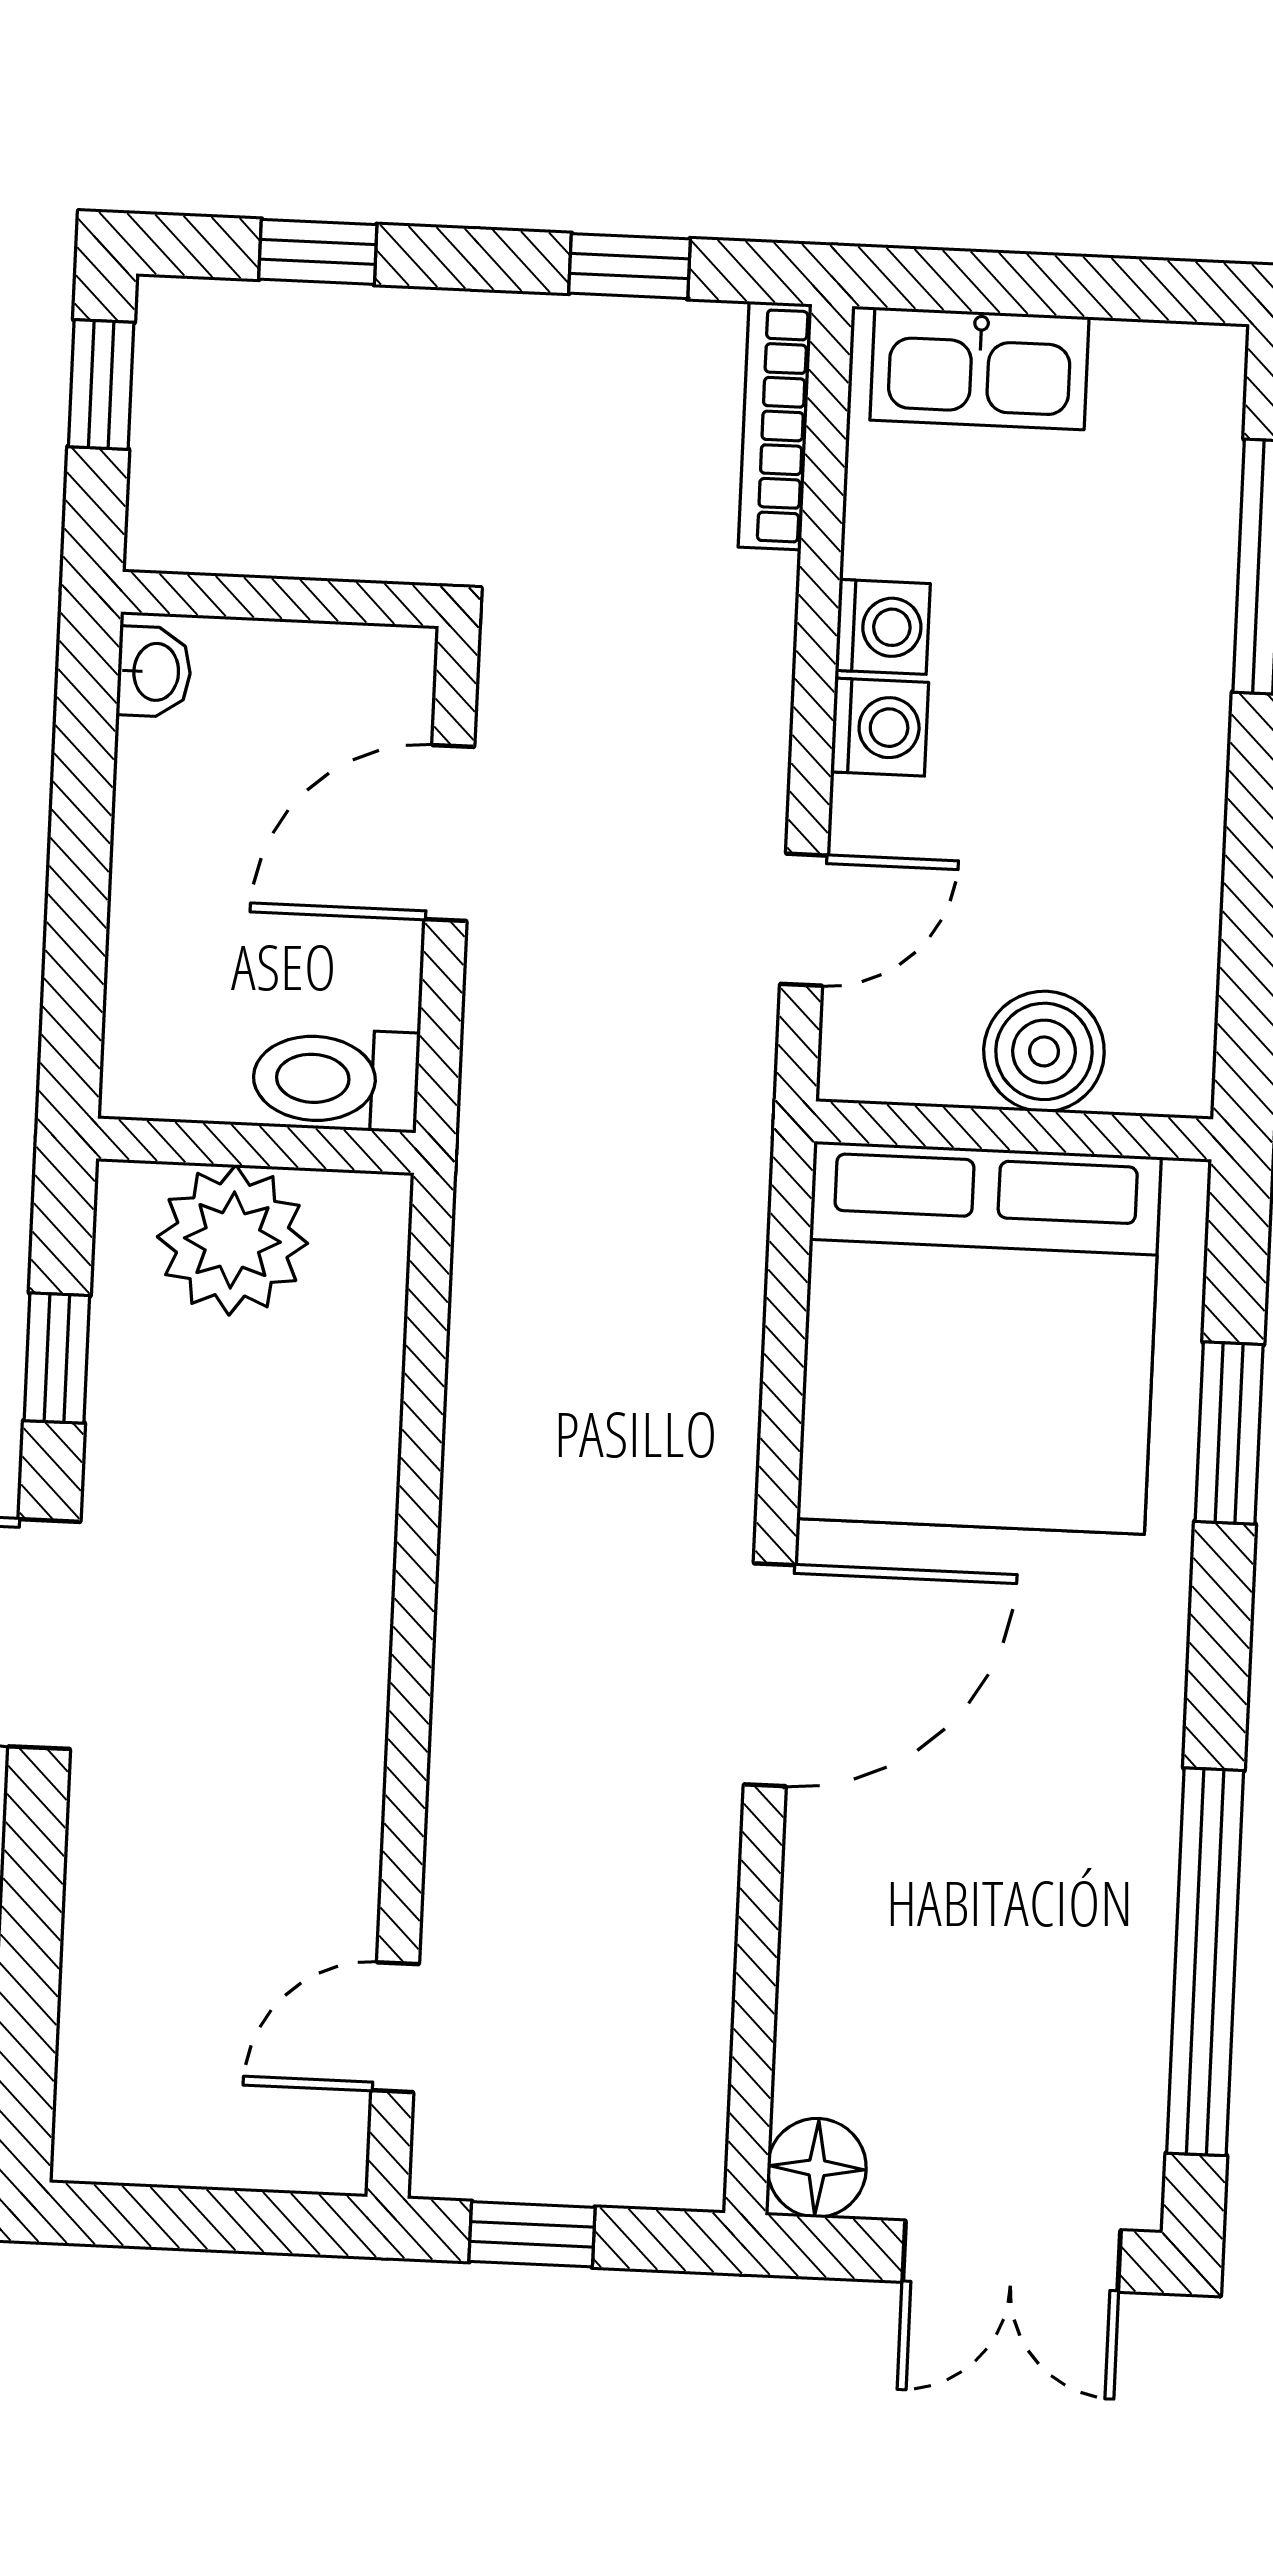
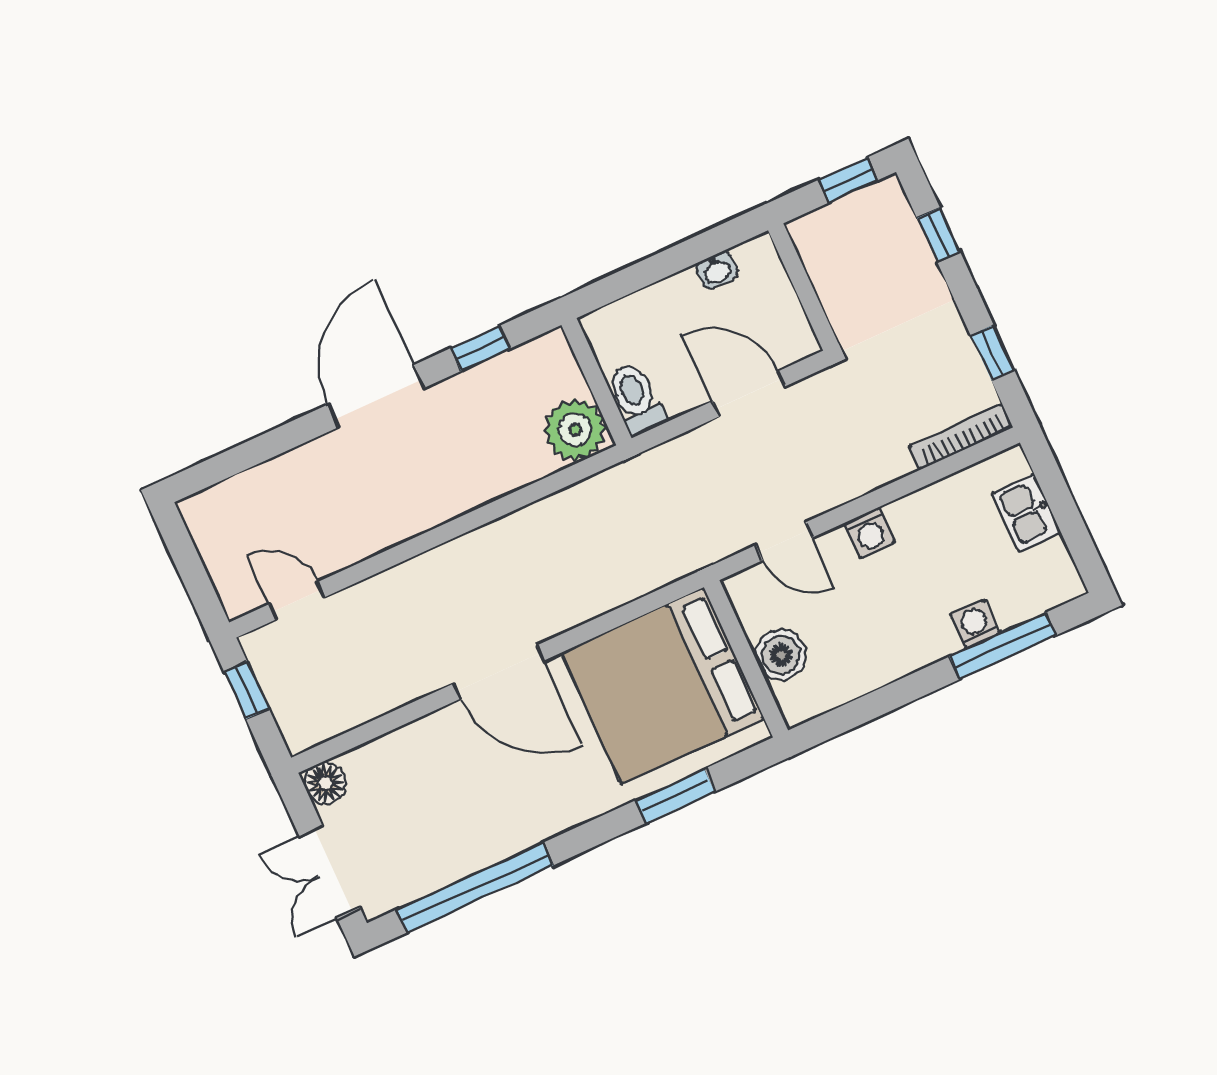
kitchen sink: (979, 368) -> (1026, 513), width x0.73
washing machine: (883, 627) -> (975, 624), moved, turned 180
washbasin: (154, 672) -> (717, 270), moved
plant: (232, 1240) -> (575, 430), moved

